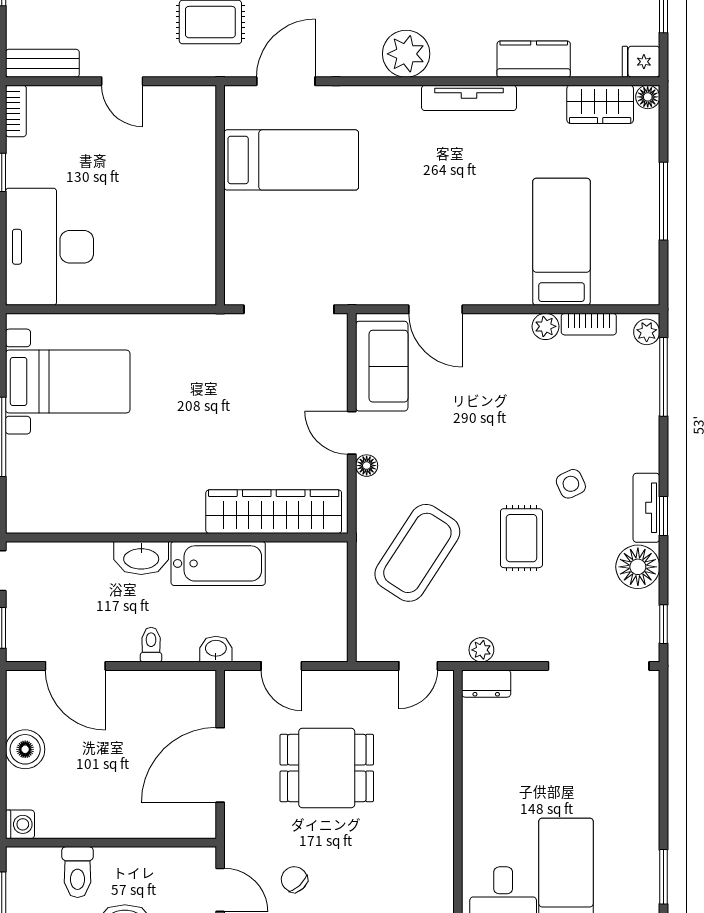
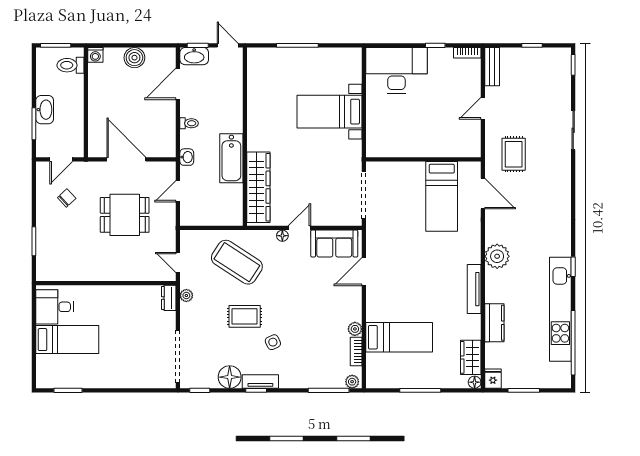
bed with nightstands: (68, 382) -> (329, 112), moved, turned 90
washbasin: (141, 558) -> (194, 56), moved, turned -90
dining table: (327, 768) -> (125, 215), turned 90
toilet: (78, 872) -> (70, 65), moved

